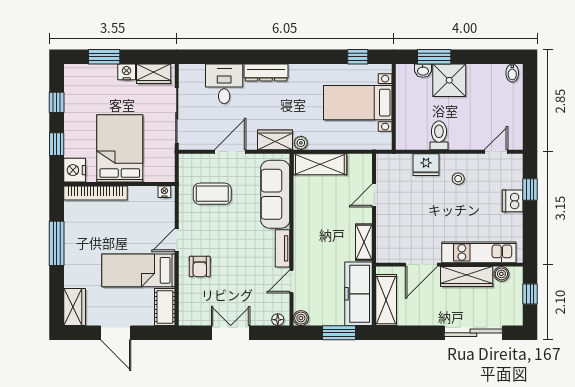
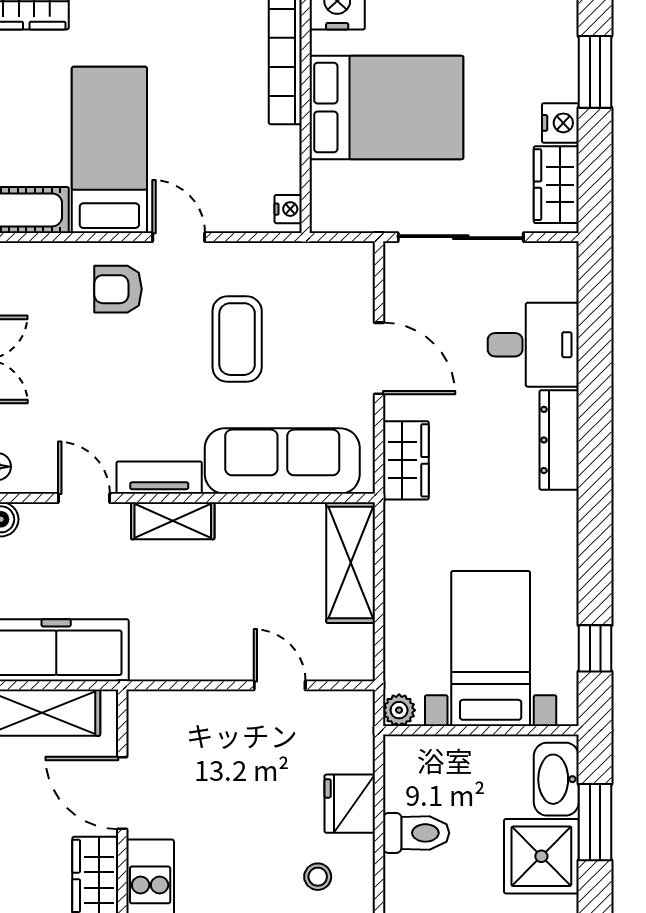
washbasin: (423, 71) -> (556, 779), width x1.91, depth x1.45
plant: (301, 143) -> (399, 710), moved
coffee table: (212, 194) -> (237, 339), moved
shelving: (364, 242) -> (173, 521), moved

